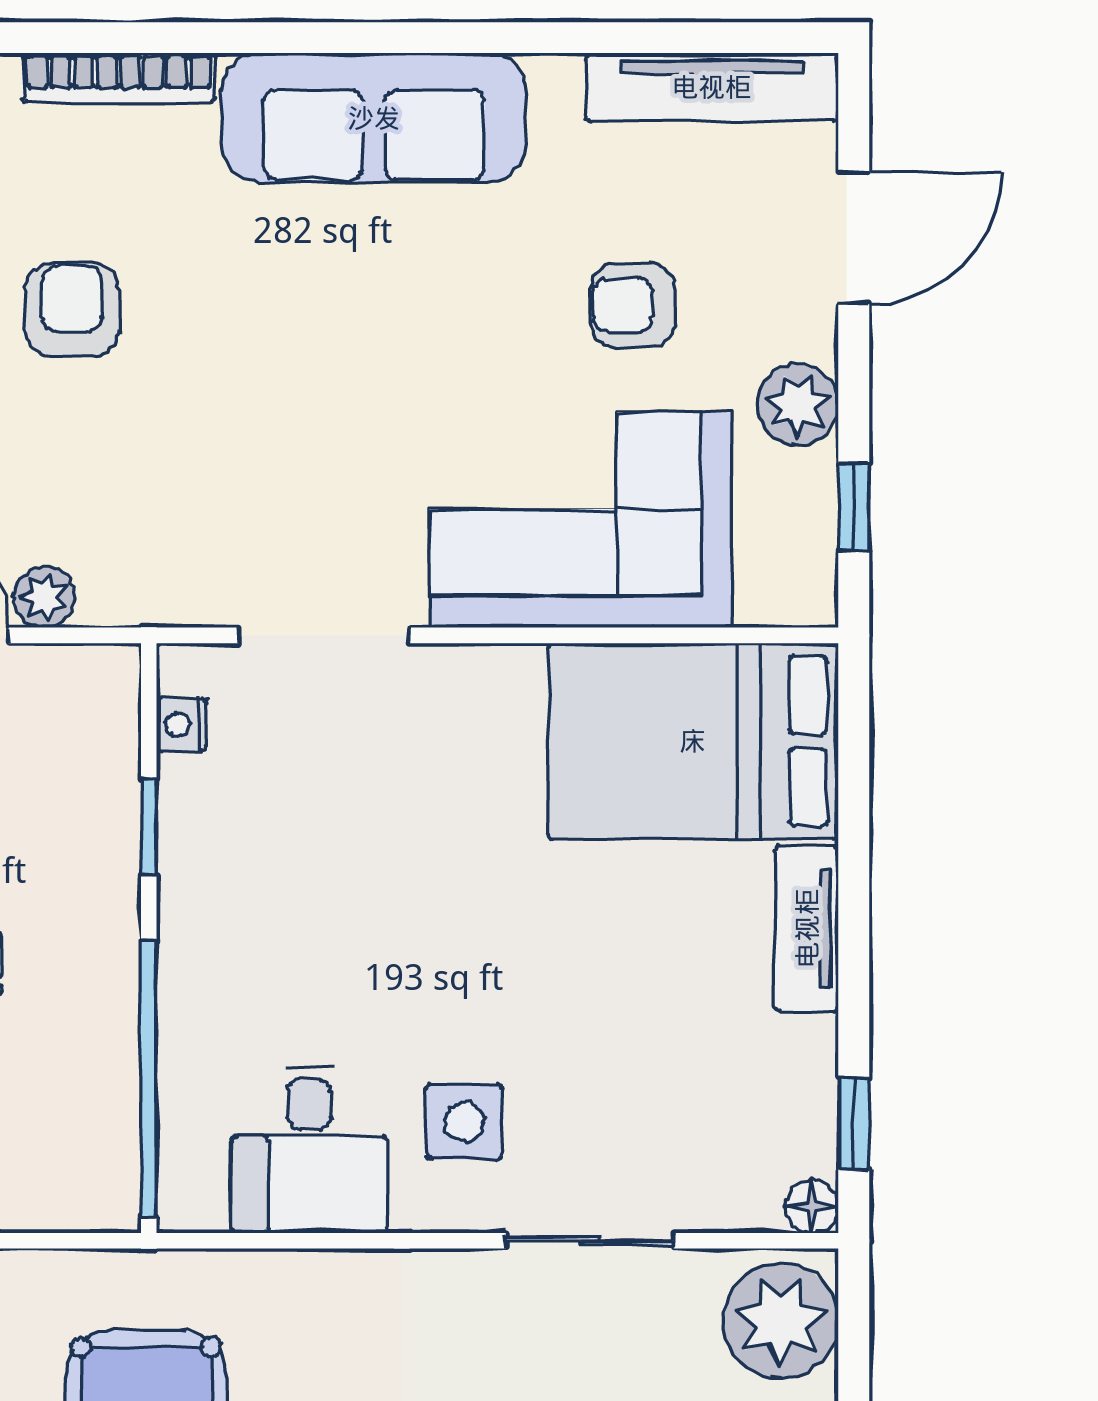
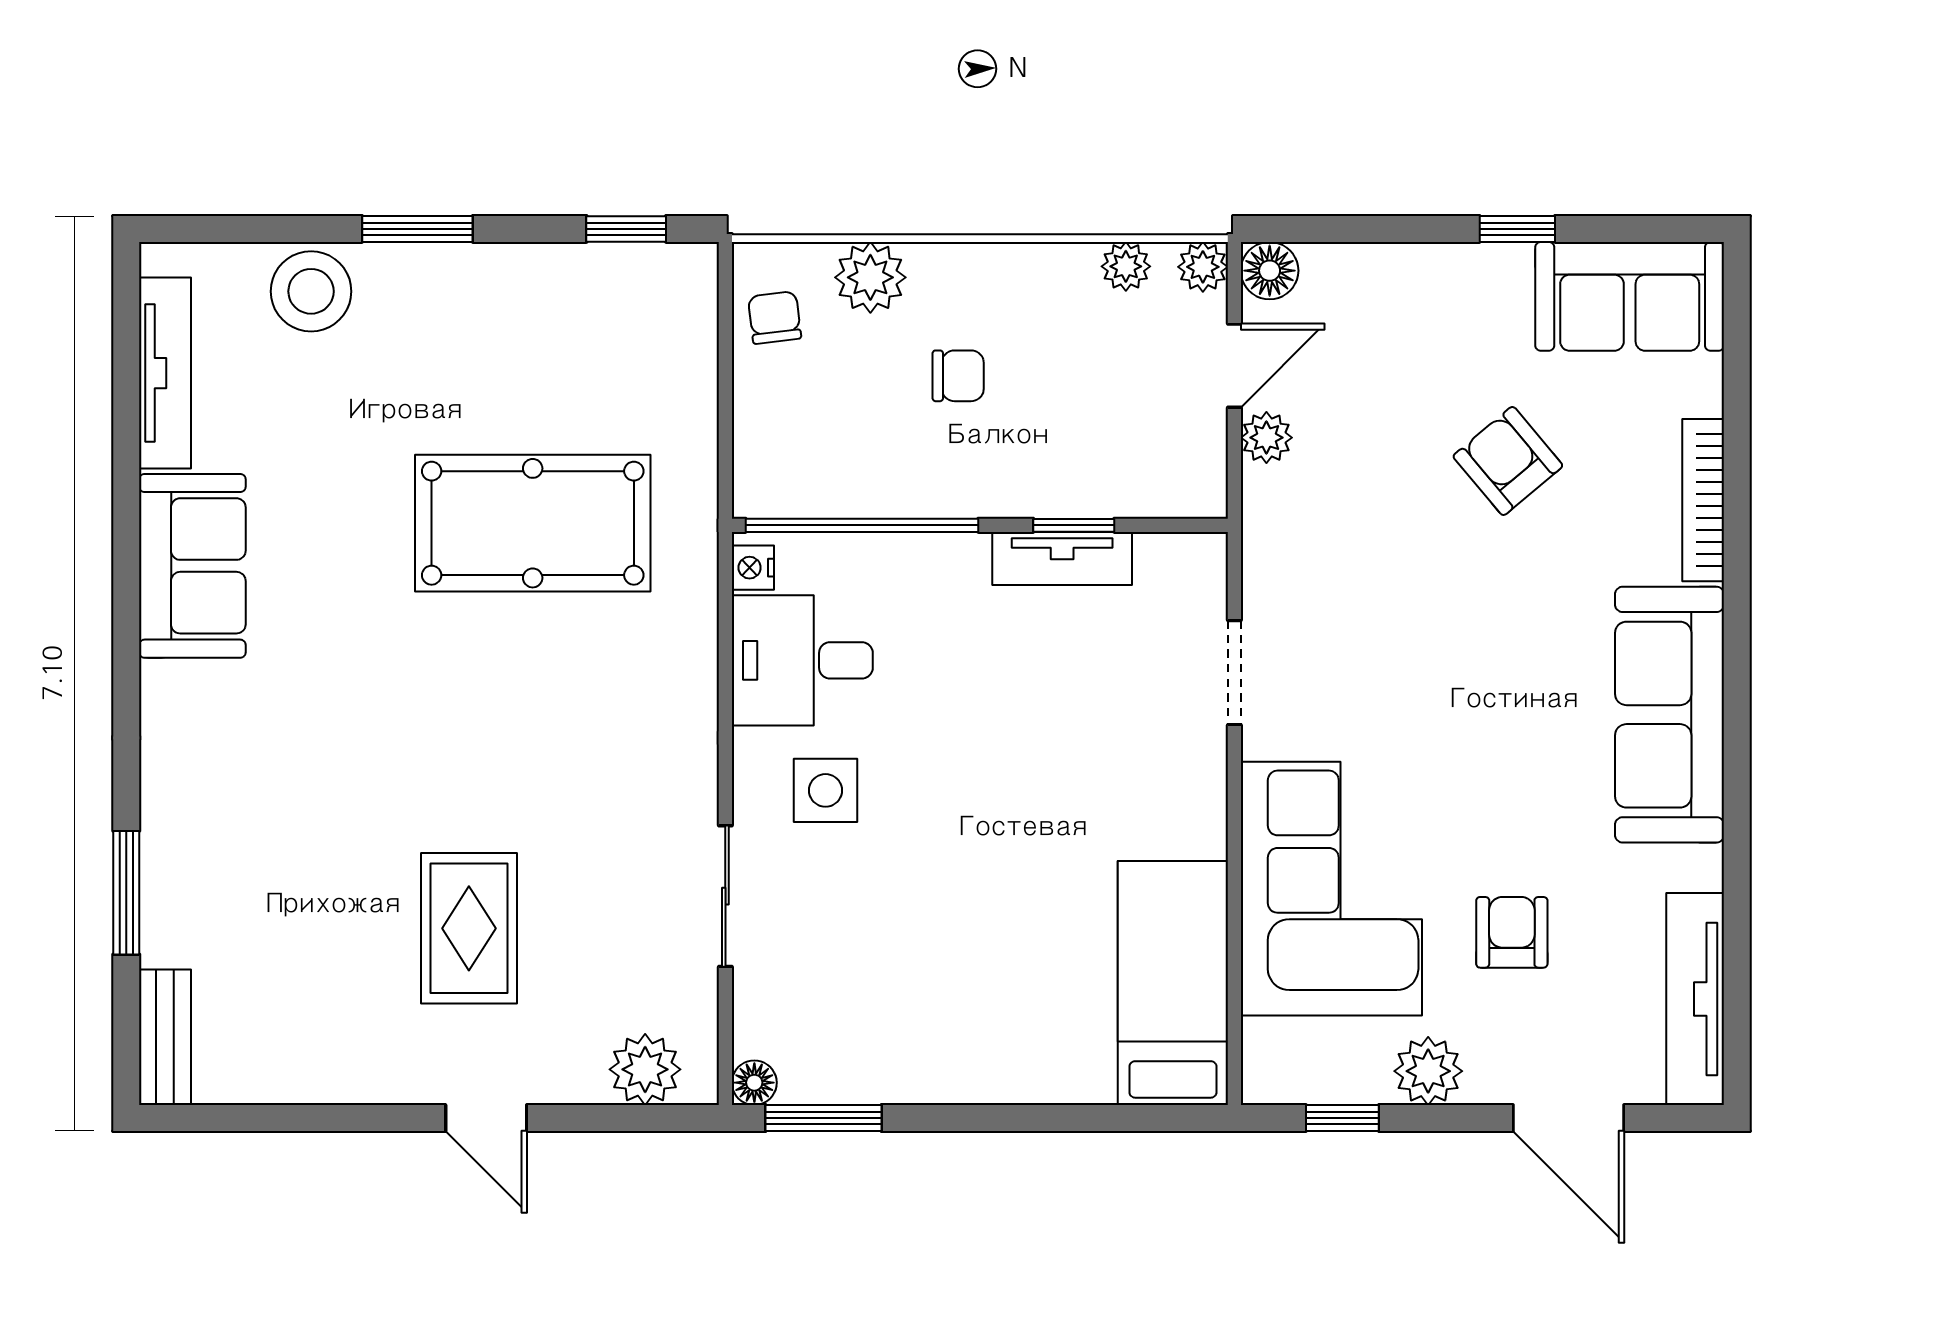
armchair: (72, 310) -> (1508, 461), turned -130
doorway: (324, 635) -> (1234, 673), width x0.73
nightstand: (181, 724) -> (753, 568), moved, turned -90
bed: (693, 741) -> (1173, 983), width x0.67
tv unit: (807, 928) -> (1062, 558), moved, turned 180
window: (854, 1124) -> (824, 1118), width x1.50
plant: (781, 1321) -> (645, 1069), width x0.73, depth x0.73

